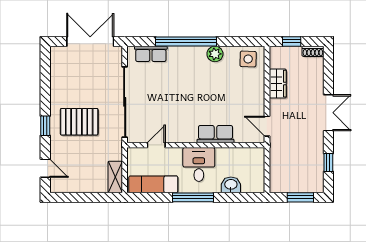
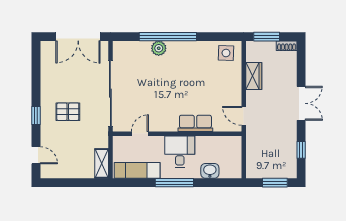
double door: (90, 41) -> (78, 37), swing flipped
window: (292, 41) -> (267, 37), width x1.50
row of seats: (151, 54) -> (135, 48), removed
plant: (215, 54) -> (159, 48), moved
pallet: (79, 122) -> (68, 112), width x0.67, depth x0.71

